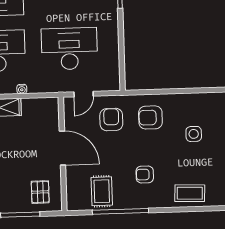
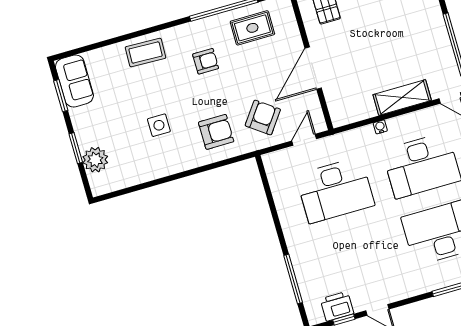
armchair: (111, 119) -> (263, 117), turned -144
door: (62, 148) -> (313, 68), hinge flipped
rug: (102, 191) -> (252, 28), turned 90

